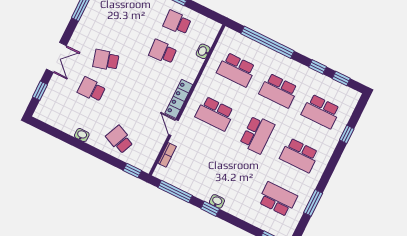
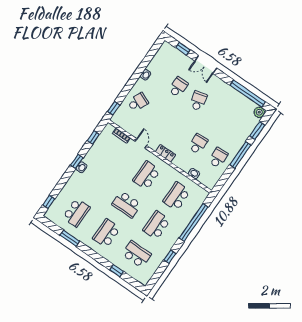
window: (341, 78) -> (159, 273), removed
locker: (179, 99) -> (165, 153), width x0.66
school desk: (321, 111) -> (137, 254), turned 90
door: (174, 128) -> (141, 143), hinge flipped
window: (175, 192) -> (93, 138), width x0.46

